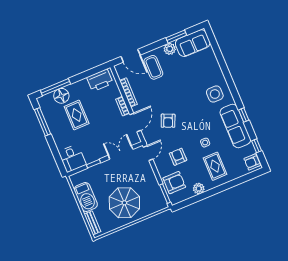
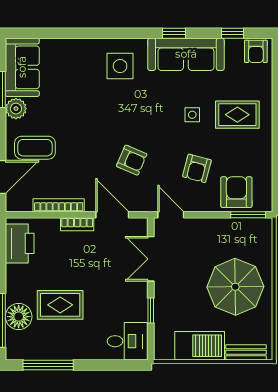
armchair: (178, 157) -> (197, 168), turned -75
plant: (199, 189) -> (263, 156), removed

